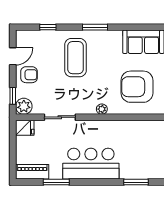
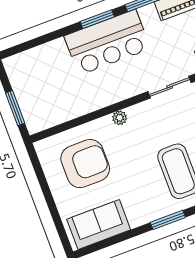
window: (136, 182) -> (97, 19), moved

